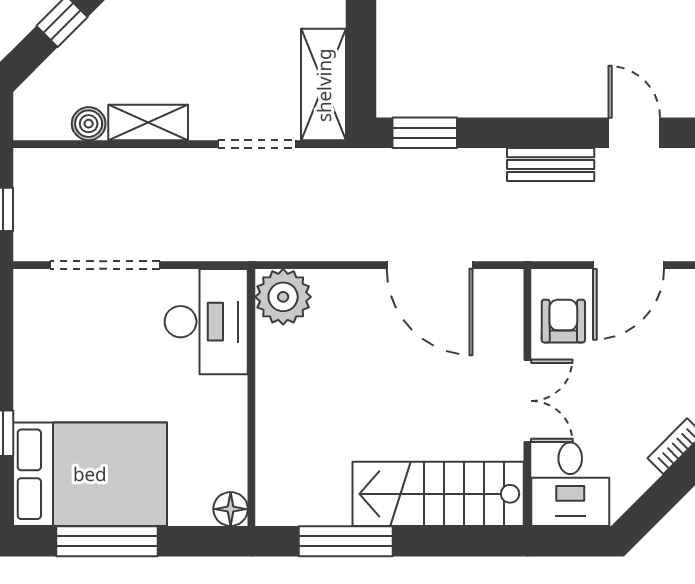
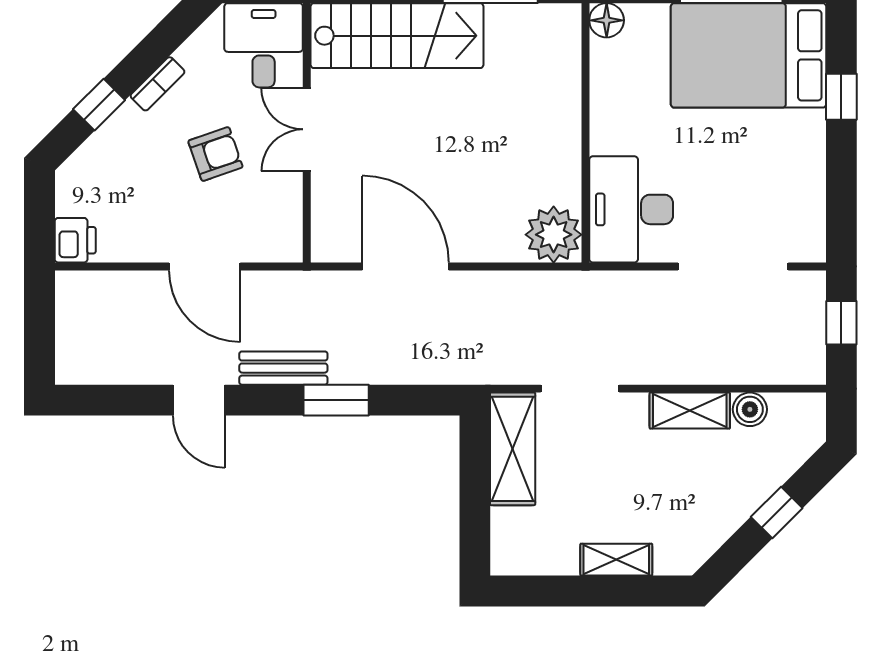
window: (425, 133) -> (336, 400), moved
door: (629, 265) -> (205, 266), swing flipped
armchair: (563, 321) -> (215, 154), moved, turned -109

